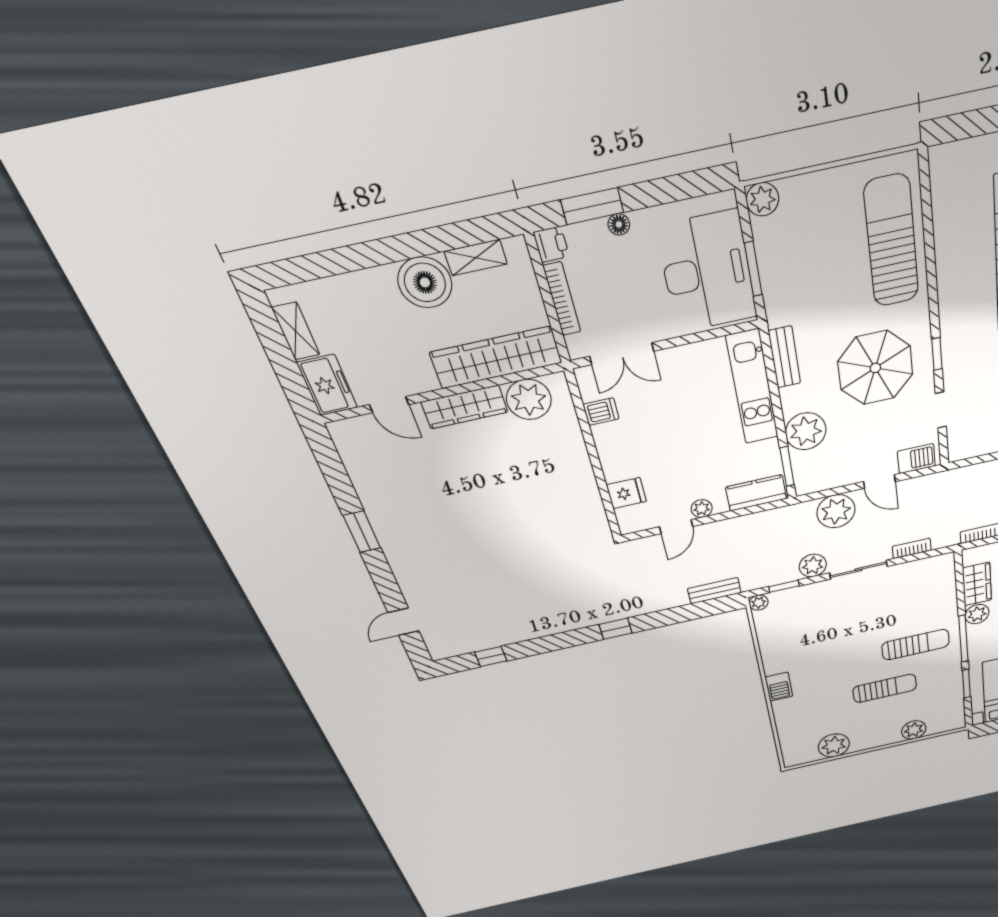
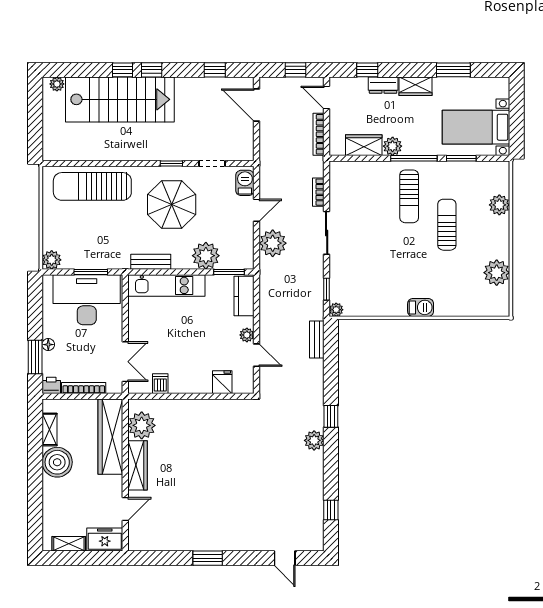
plant: (813, 566) -> (314, 440), moved
sun lounger: (916, 645) -> (409, 196), turned 180

